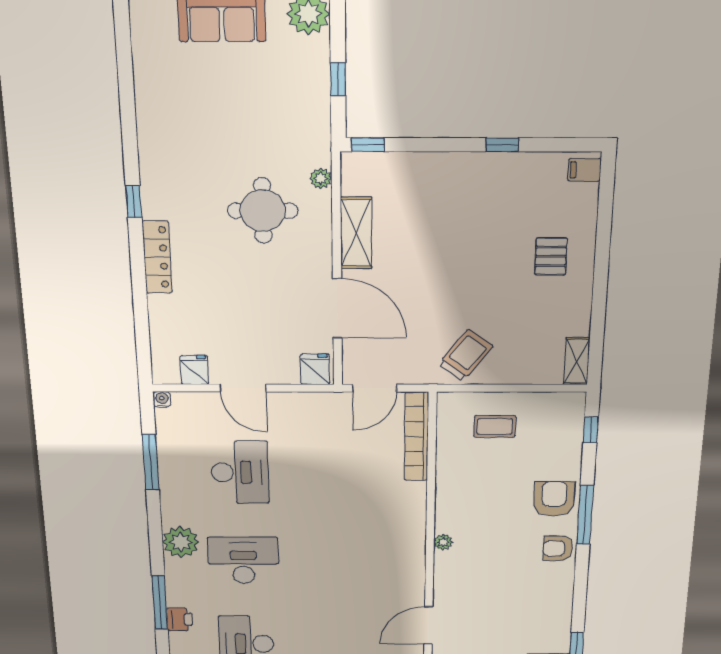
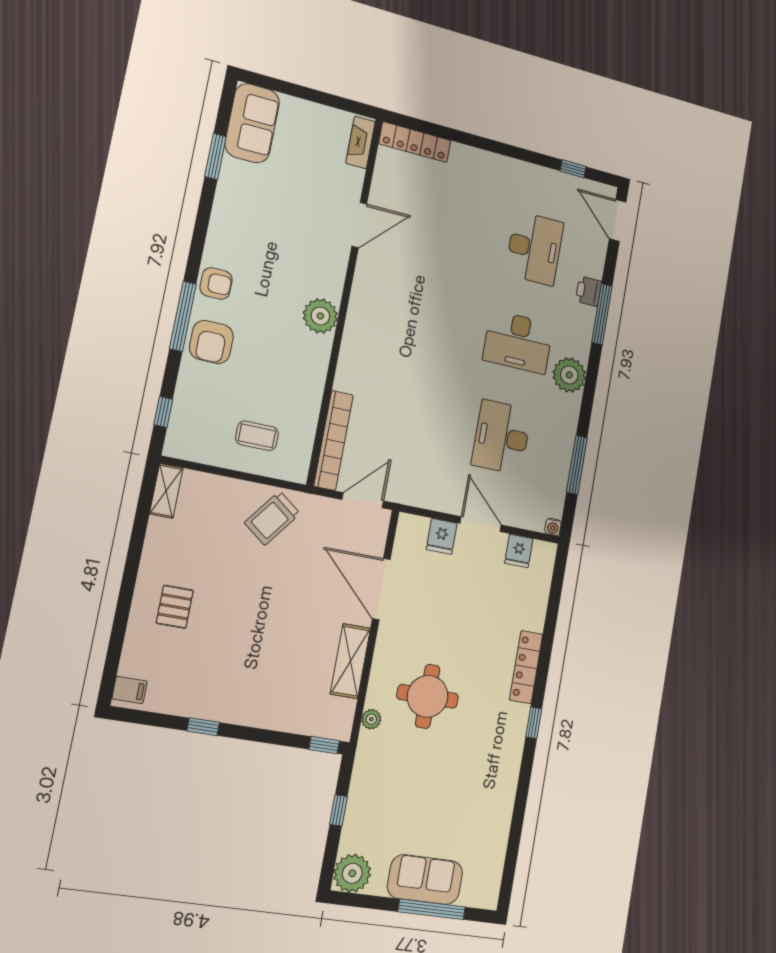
fridge: (315, 369) -> (442, 536), moved
plant: (443, 542) -> (320, 316), width x1.88, depth x1.88

